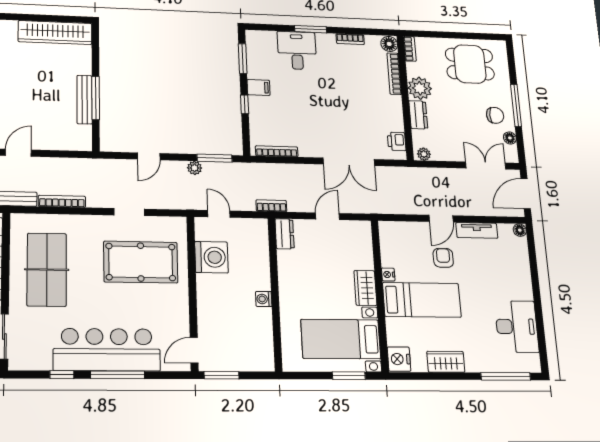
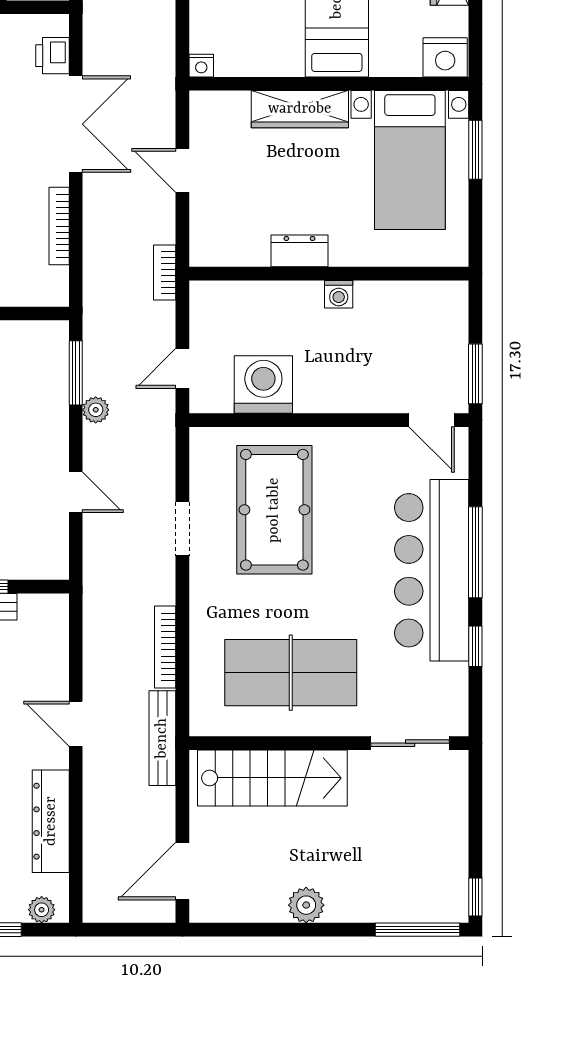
printer: (397, 141) -> (53, 56), moved, turned 90
bookcase: (277, 151) -> (59, 226), moved
dresser: (285, 234) -> (299, 251), moved
nightstand: (388, 275) -> (201, 66), moved
wardrobe: (365, 288) -> (300, 109), width x1.50

